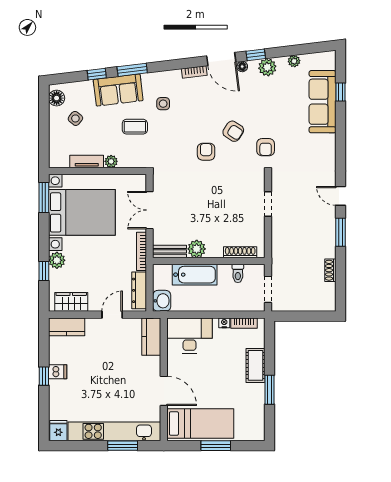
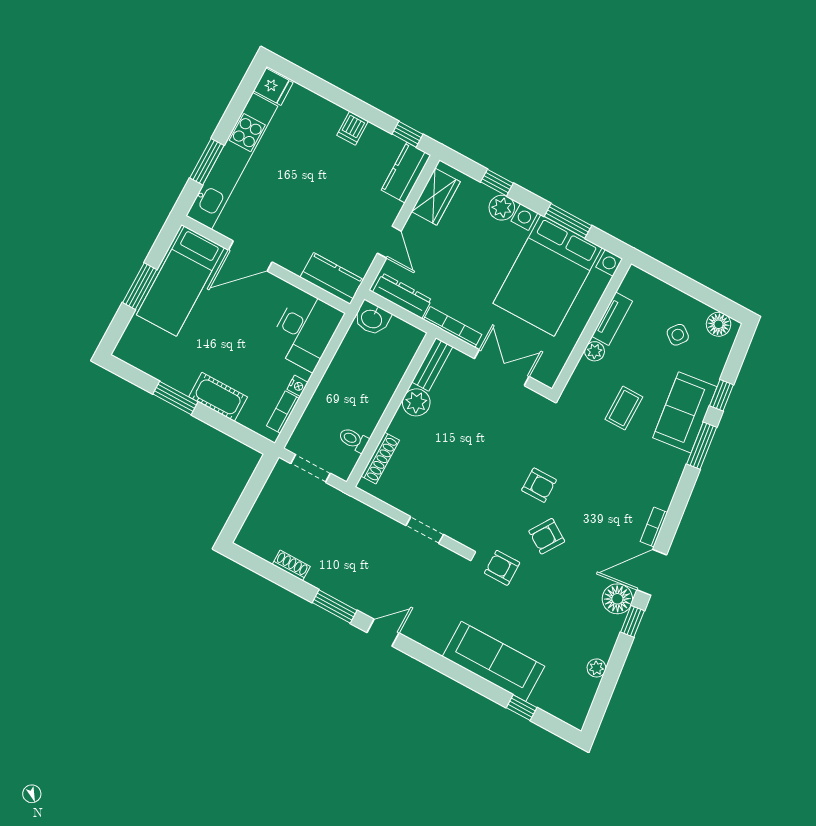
floor lamp: (242, 67) -> (617, 599), width x1.89, depth x1.89
plant: (267, 67) -> (608, 628), removed
sofa: (323, 102) -> (494, 661), moved
side table: (163, 104) -> (634, 463), removed
window: (44, 198) -> (568, 221), moved
bathtub: (195, 275) -> (383, 381), removed
window: (44, 376) -> (408, 134), moved

